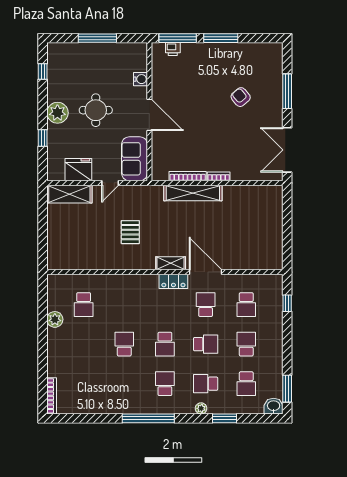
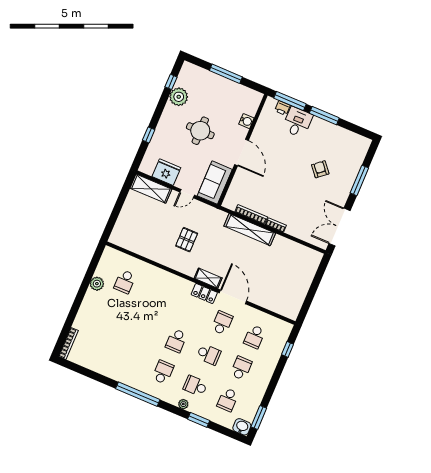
desk: (195, 57) -> (297, 122), added
plant: (57, 113) -> (179, 97), moved
school desk: (124, 344) -> (144, 327), removed

